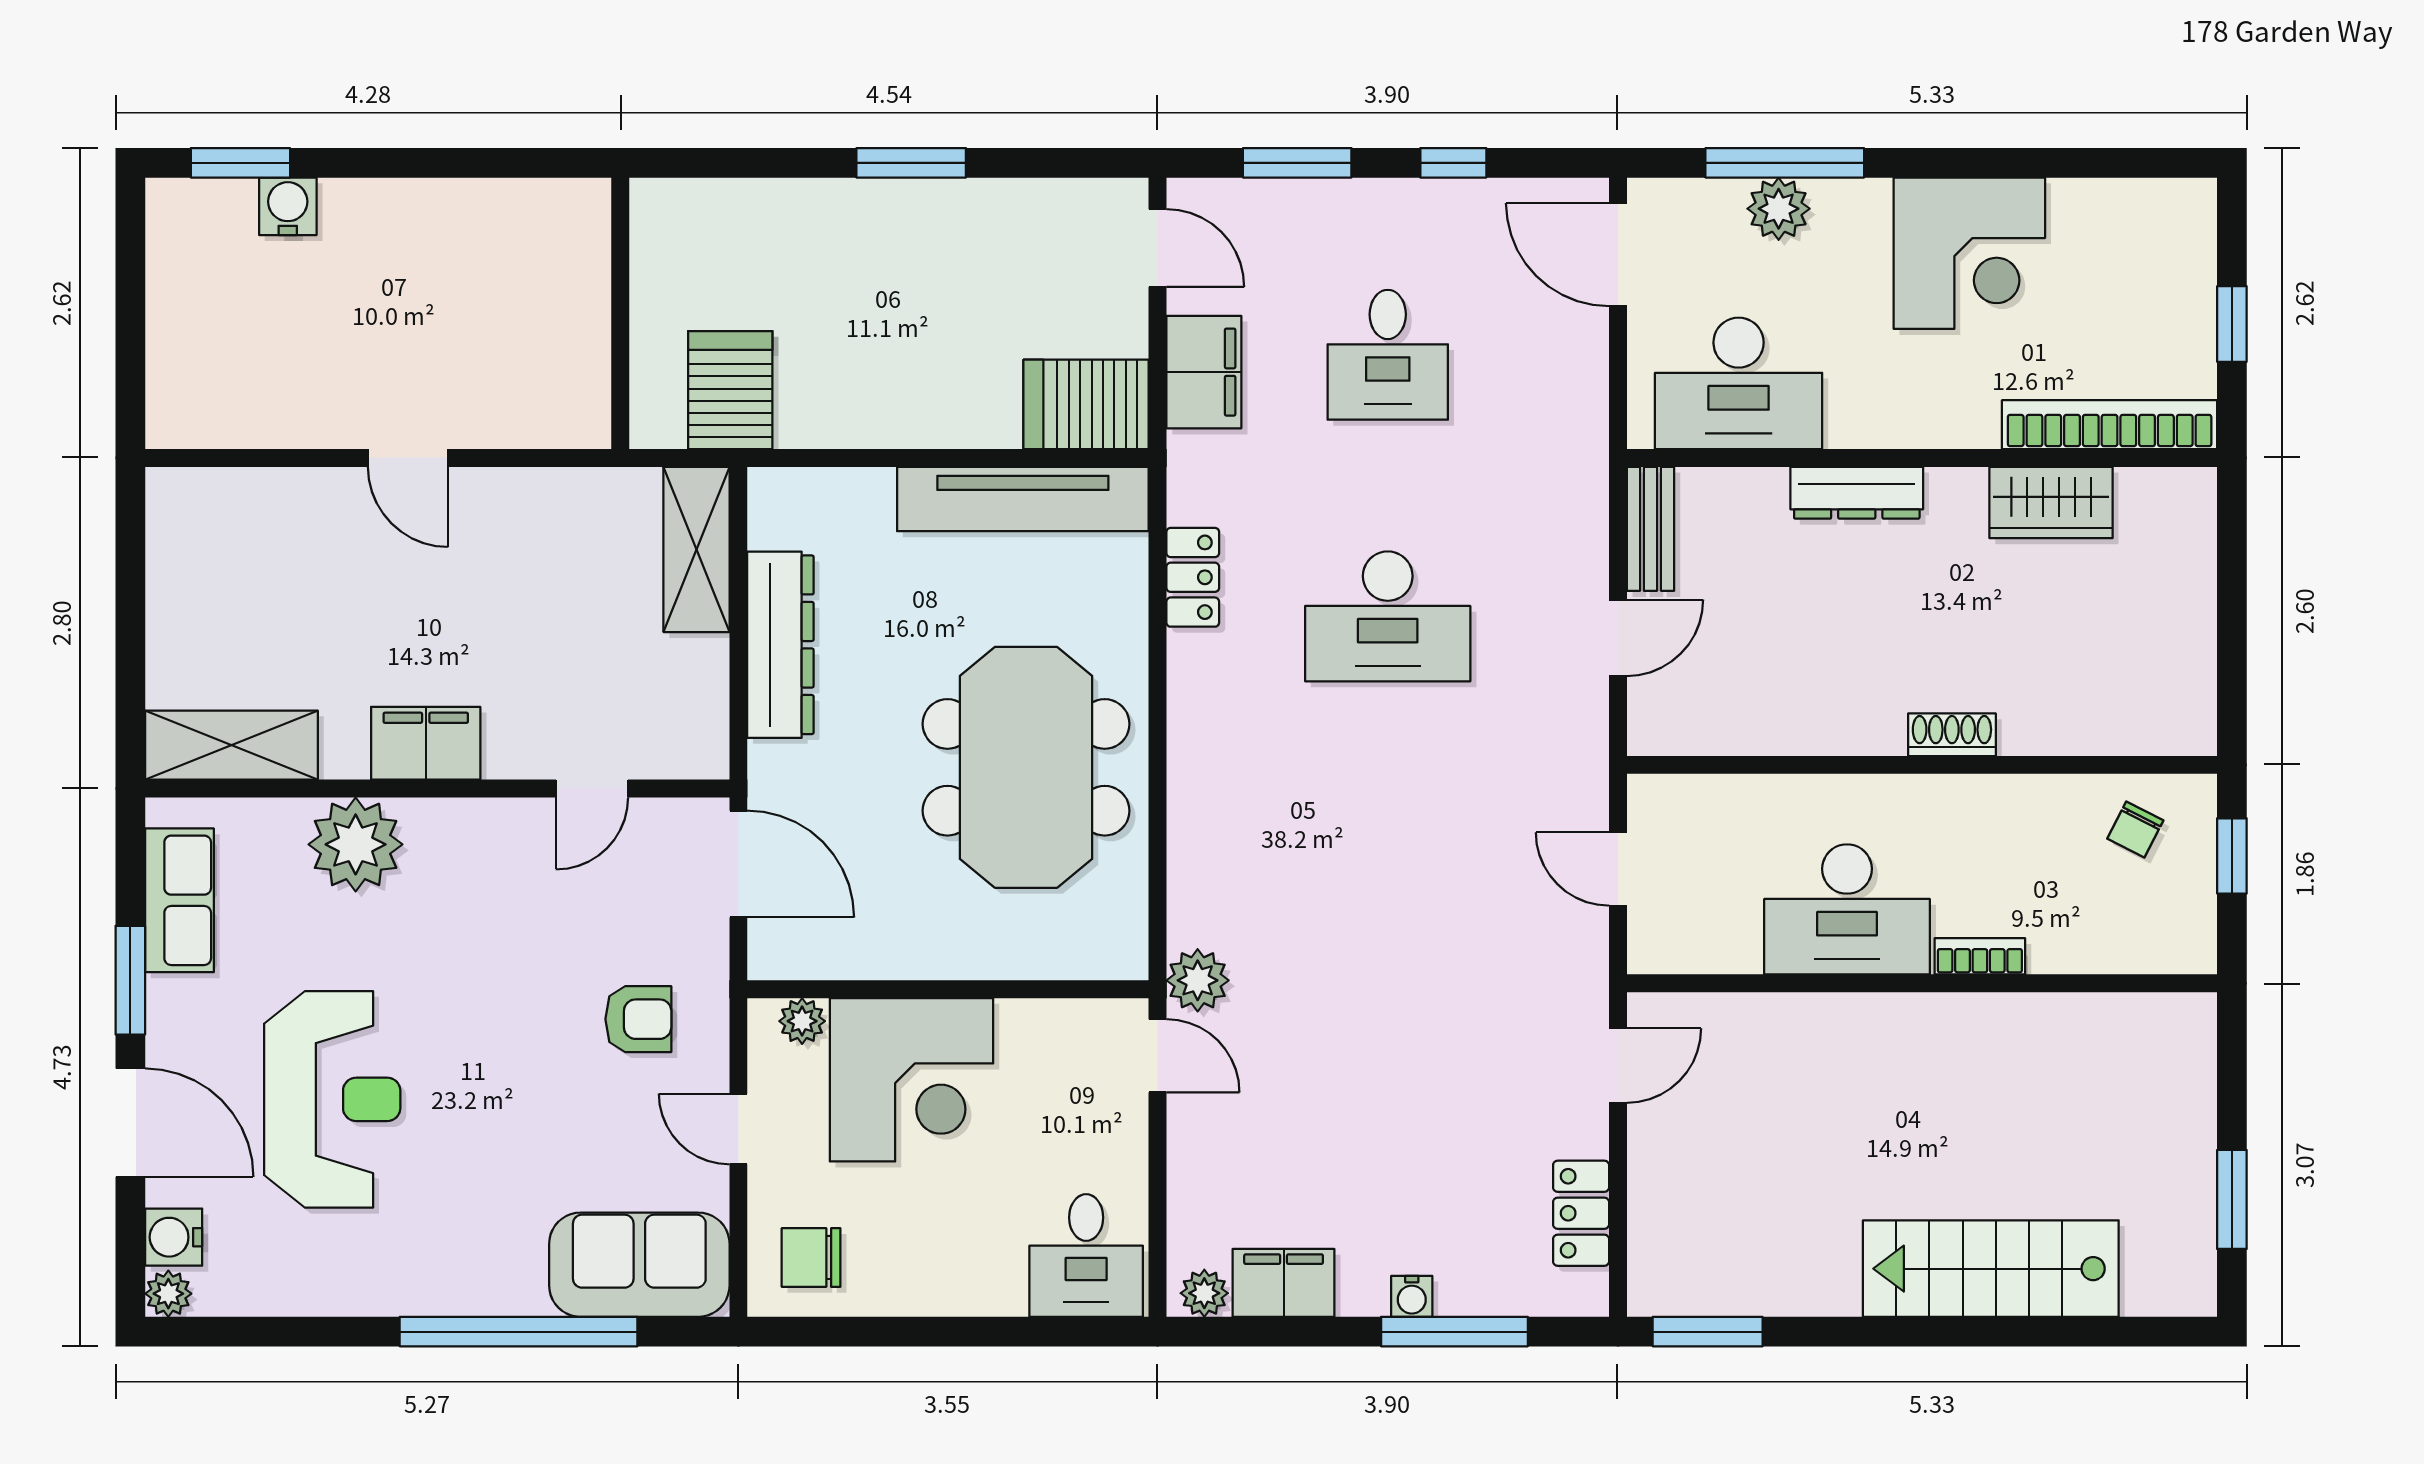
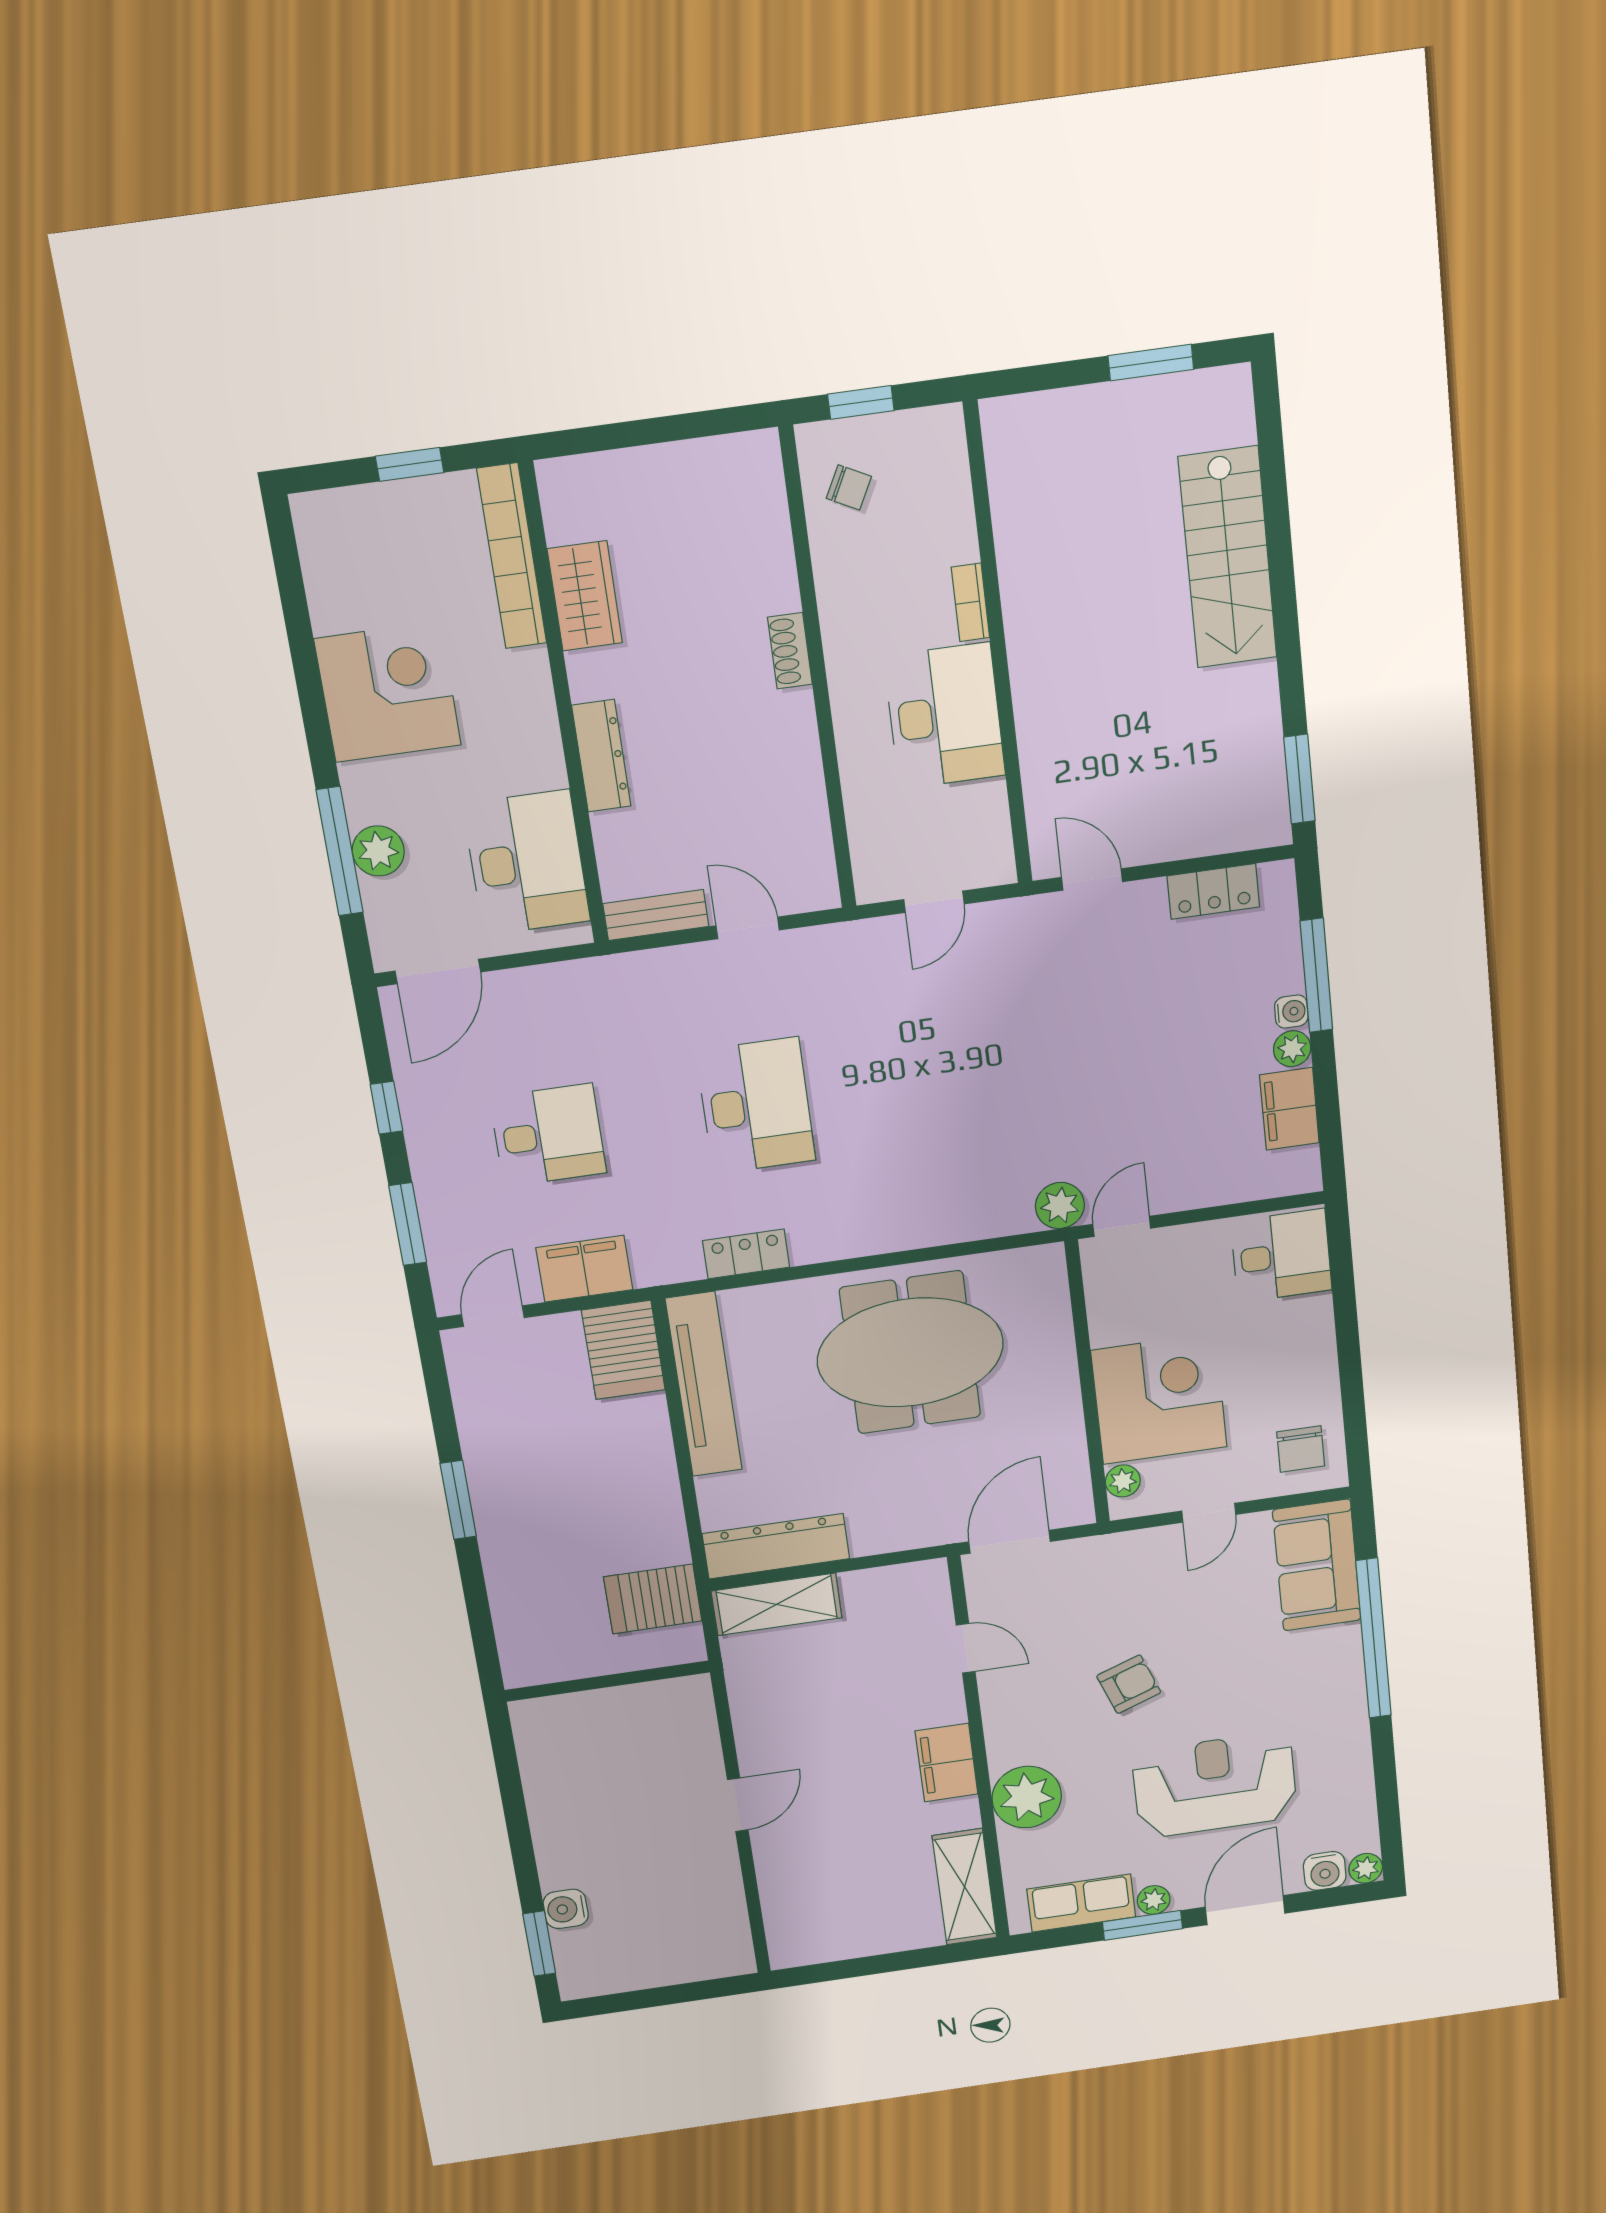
dresser: (780, 645) -> (776, 1546), moved
plant: (168, 999) -> (1154, 1900), added
armchair: (638, 1019) -> (1129, 1684), moved, turned 70
plant: (1204, 1293) -> (1292, 1049), moved

